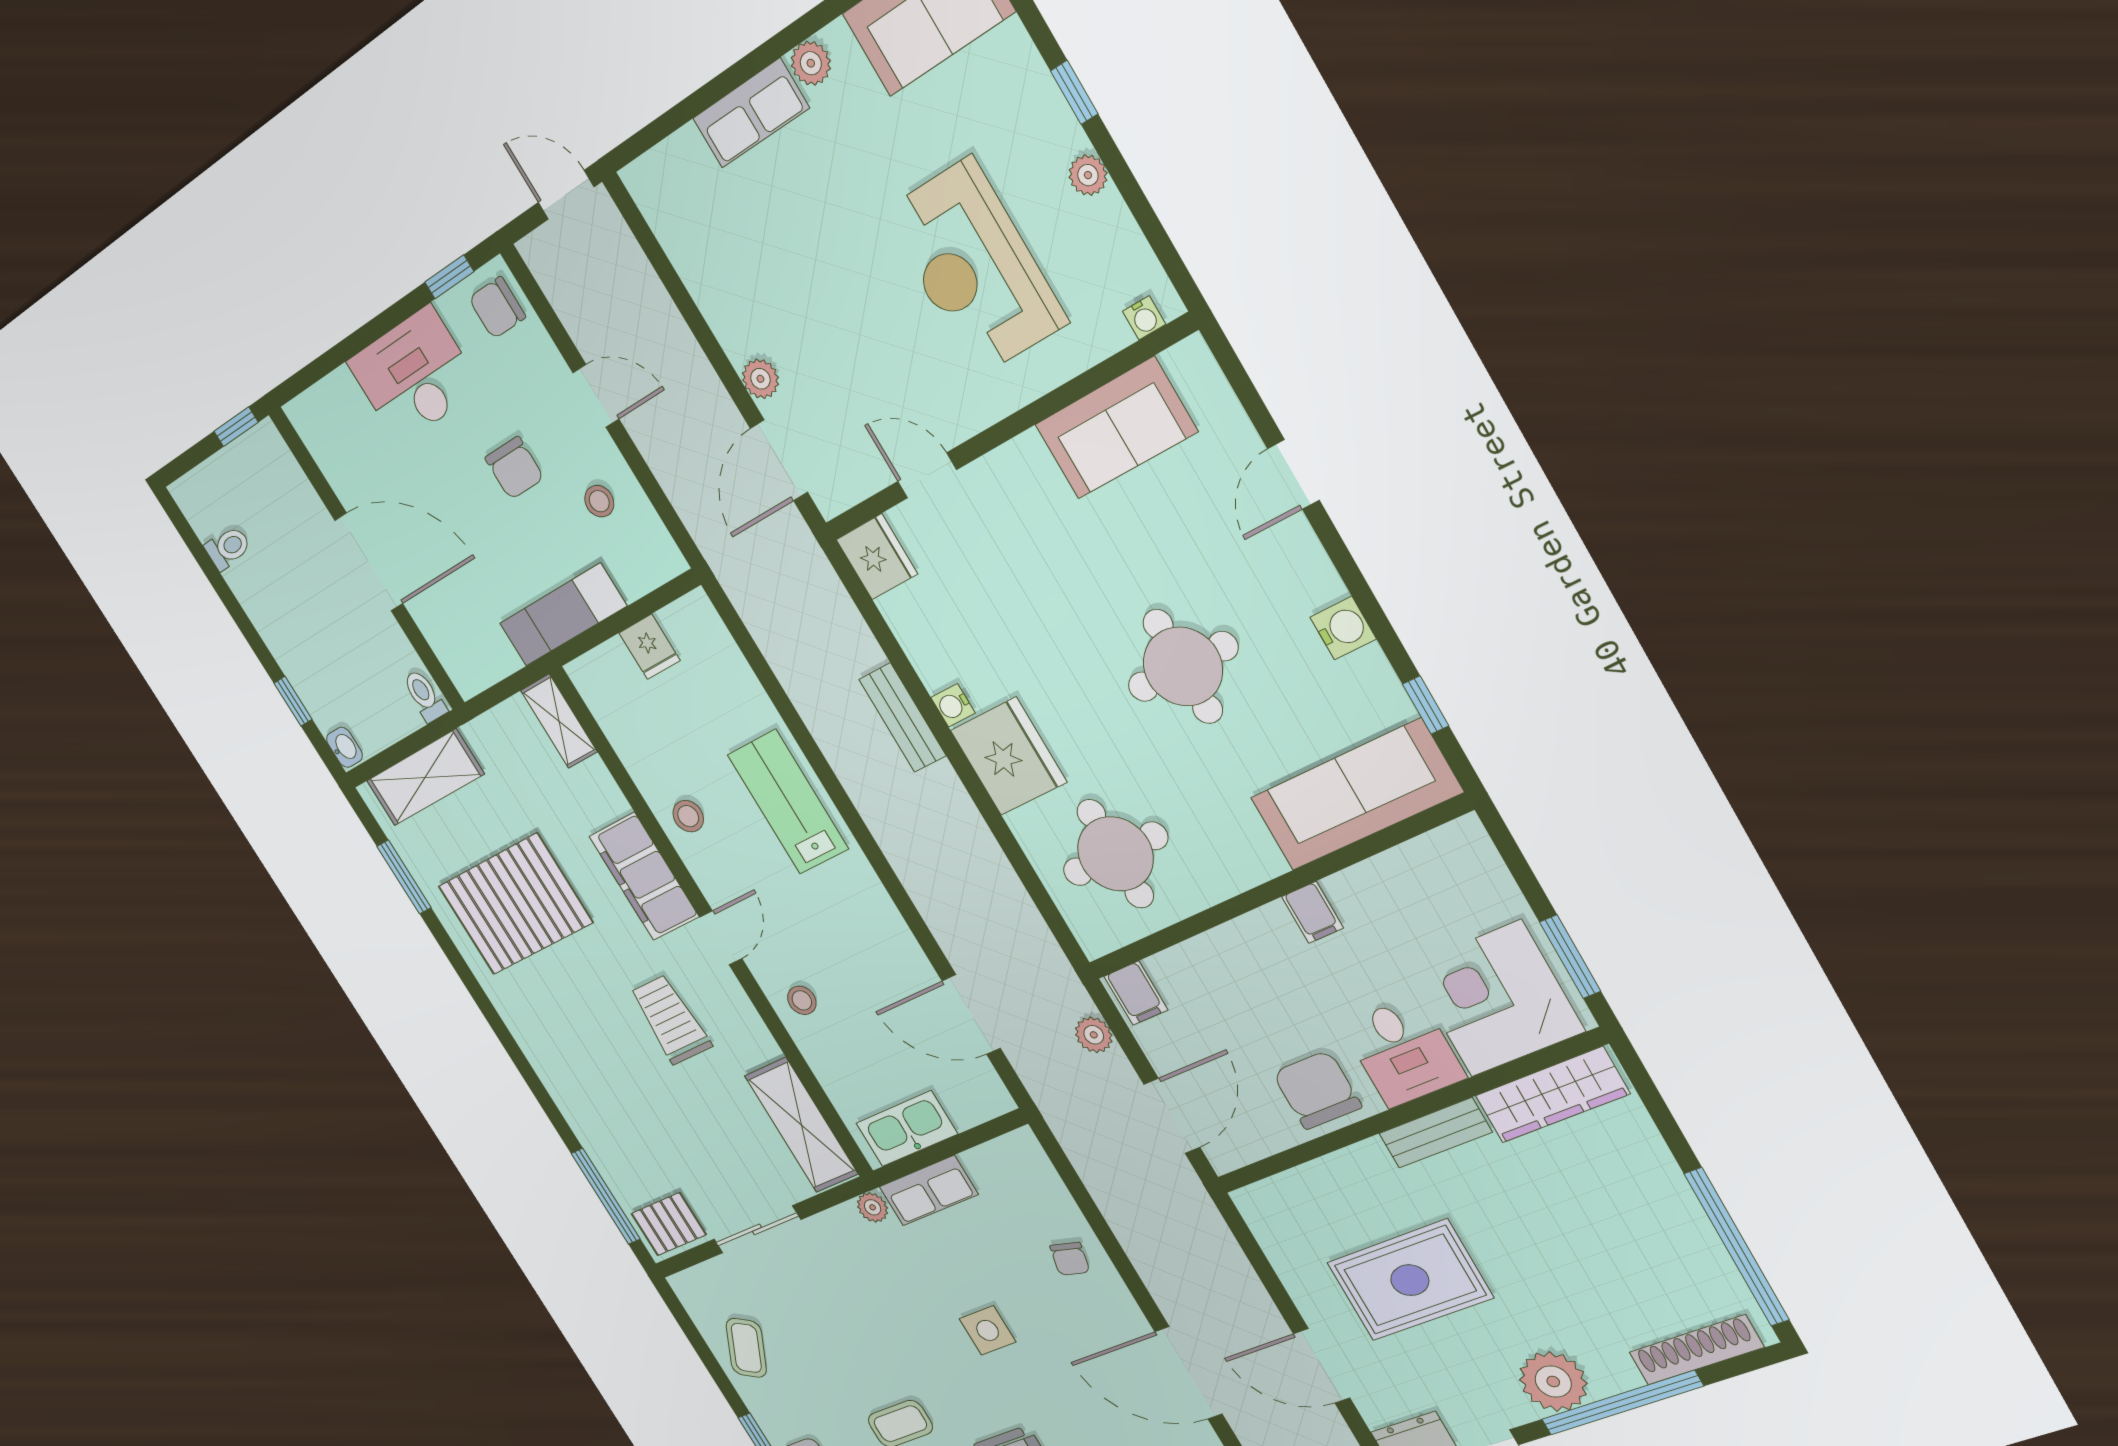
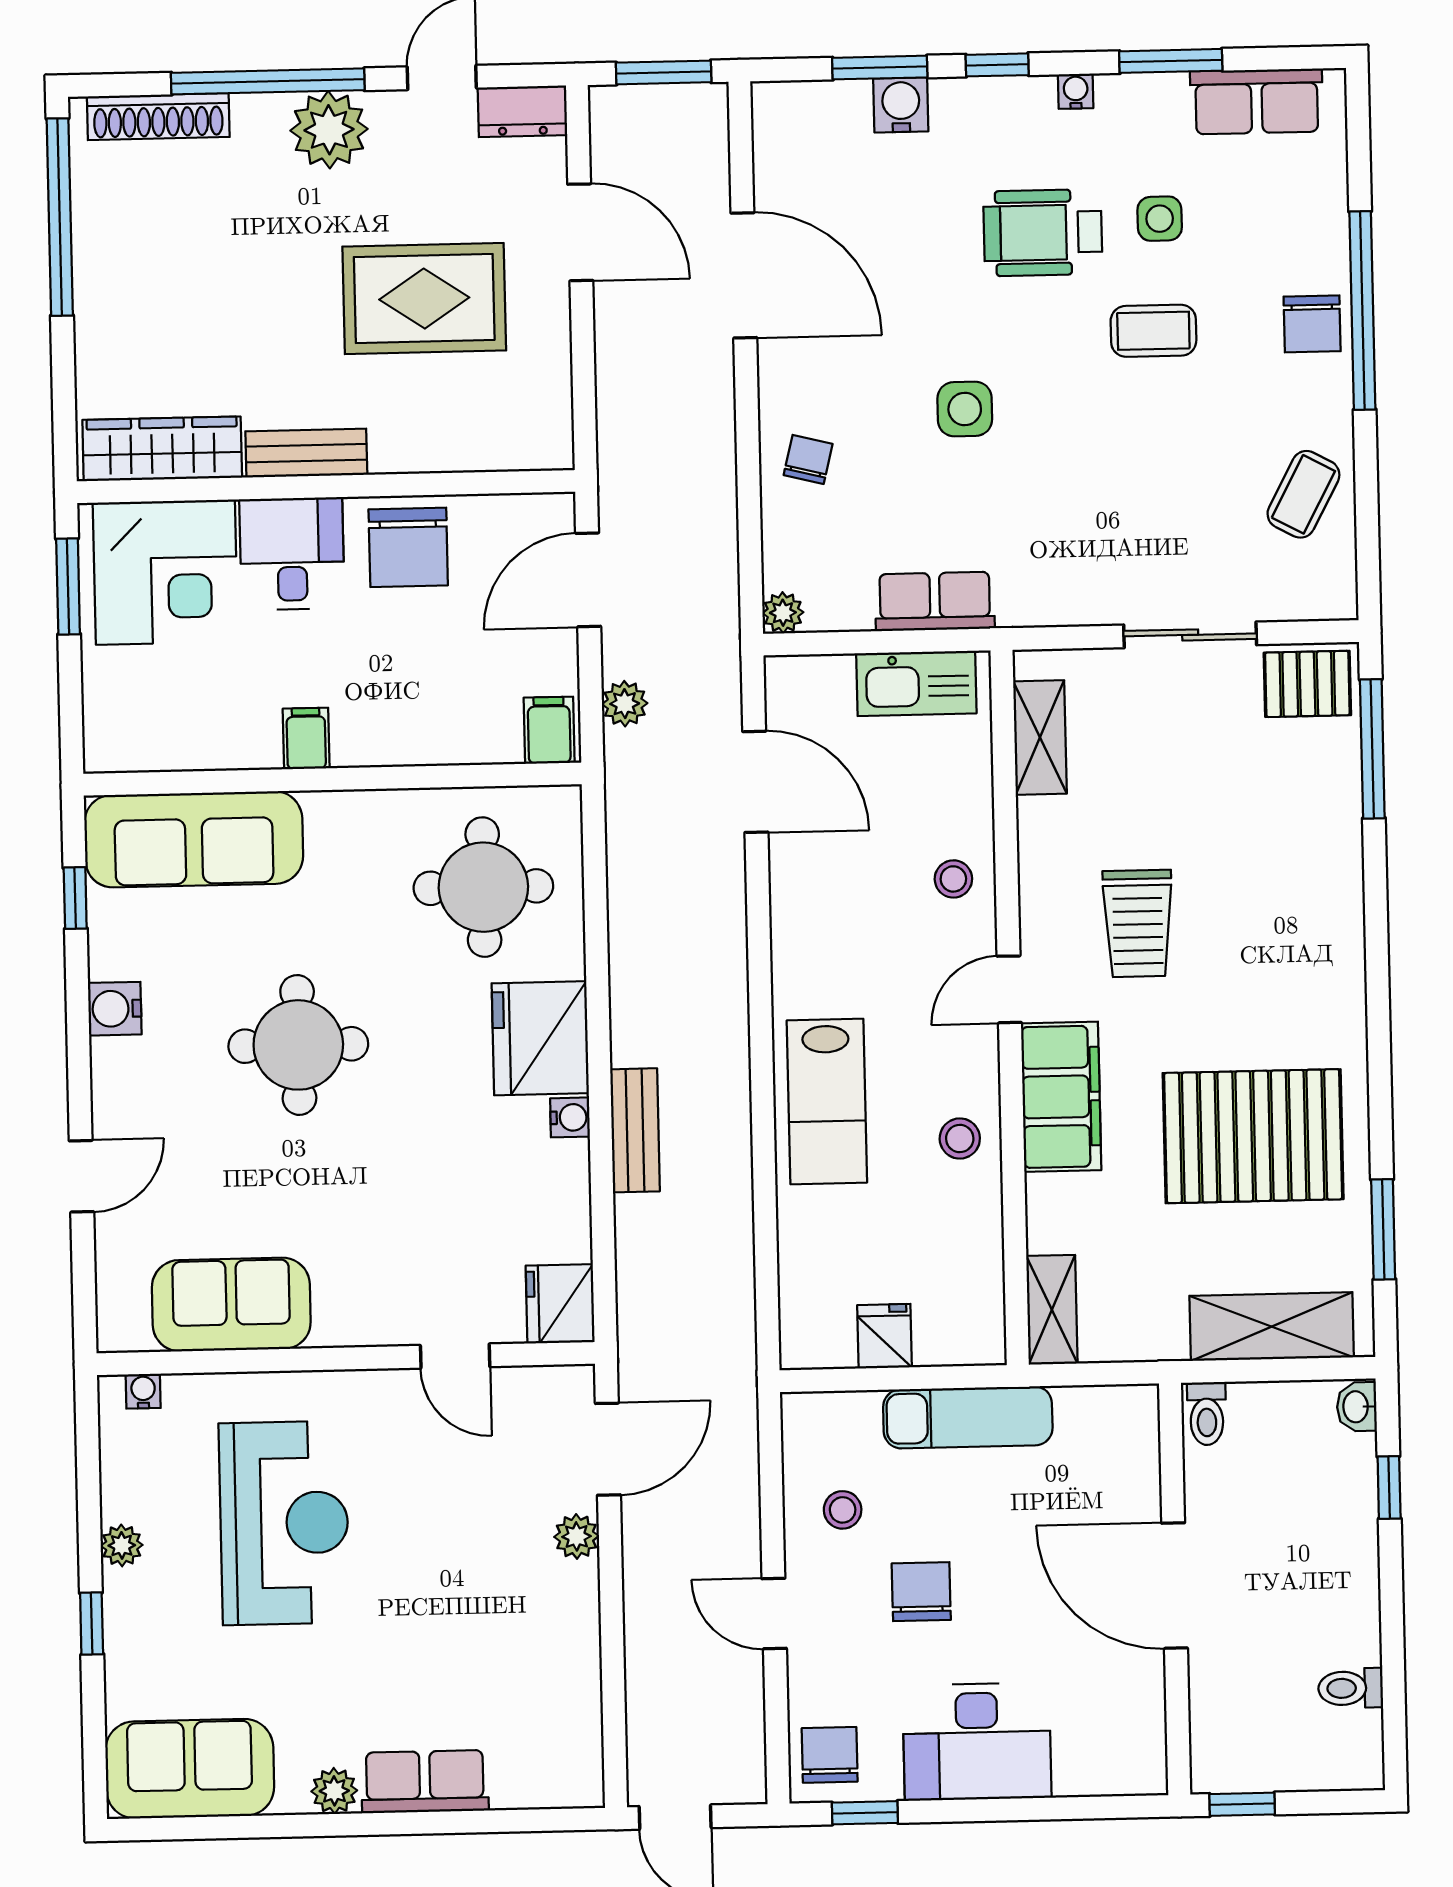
chair: (497, 308) -> (830, 1755), turned -90
shelving: (801, 1125) -> (1040, 737), width x0.67, depth x0.75
plant: (873, 1207) -> (783, 613), moved

